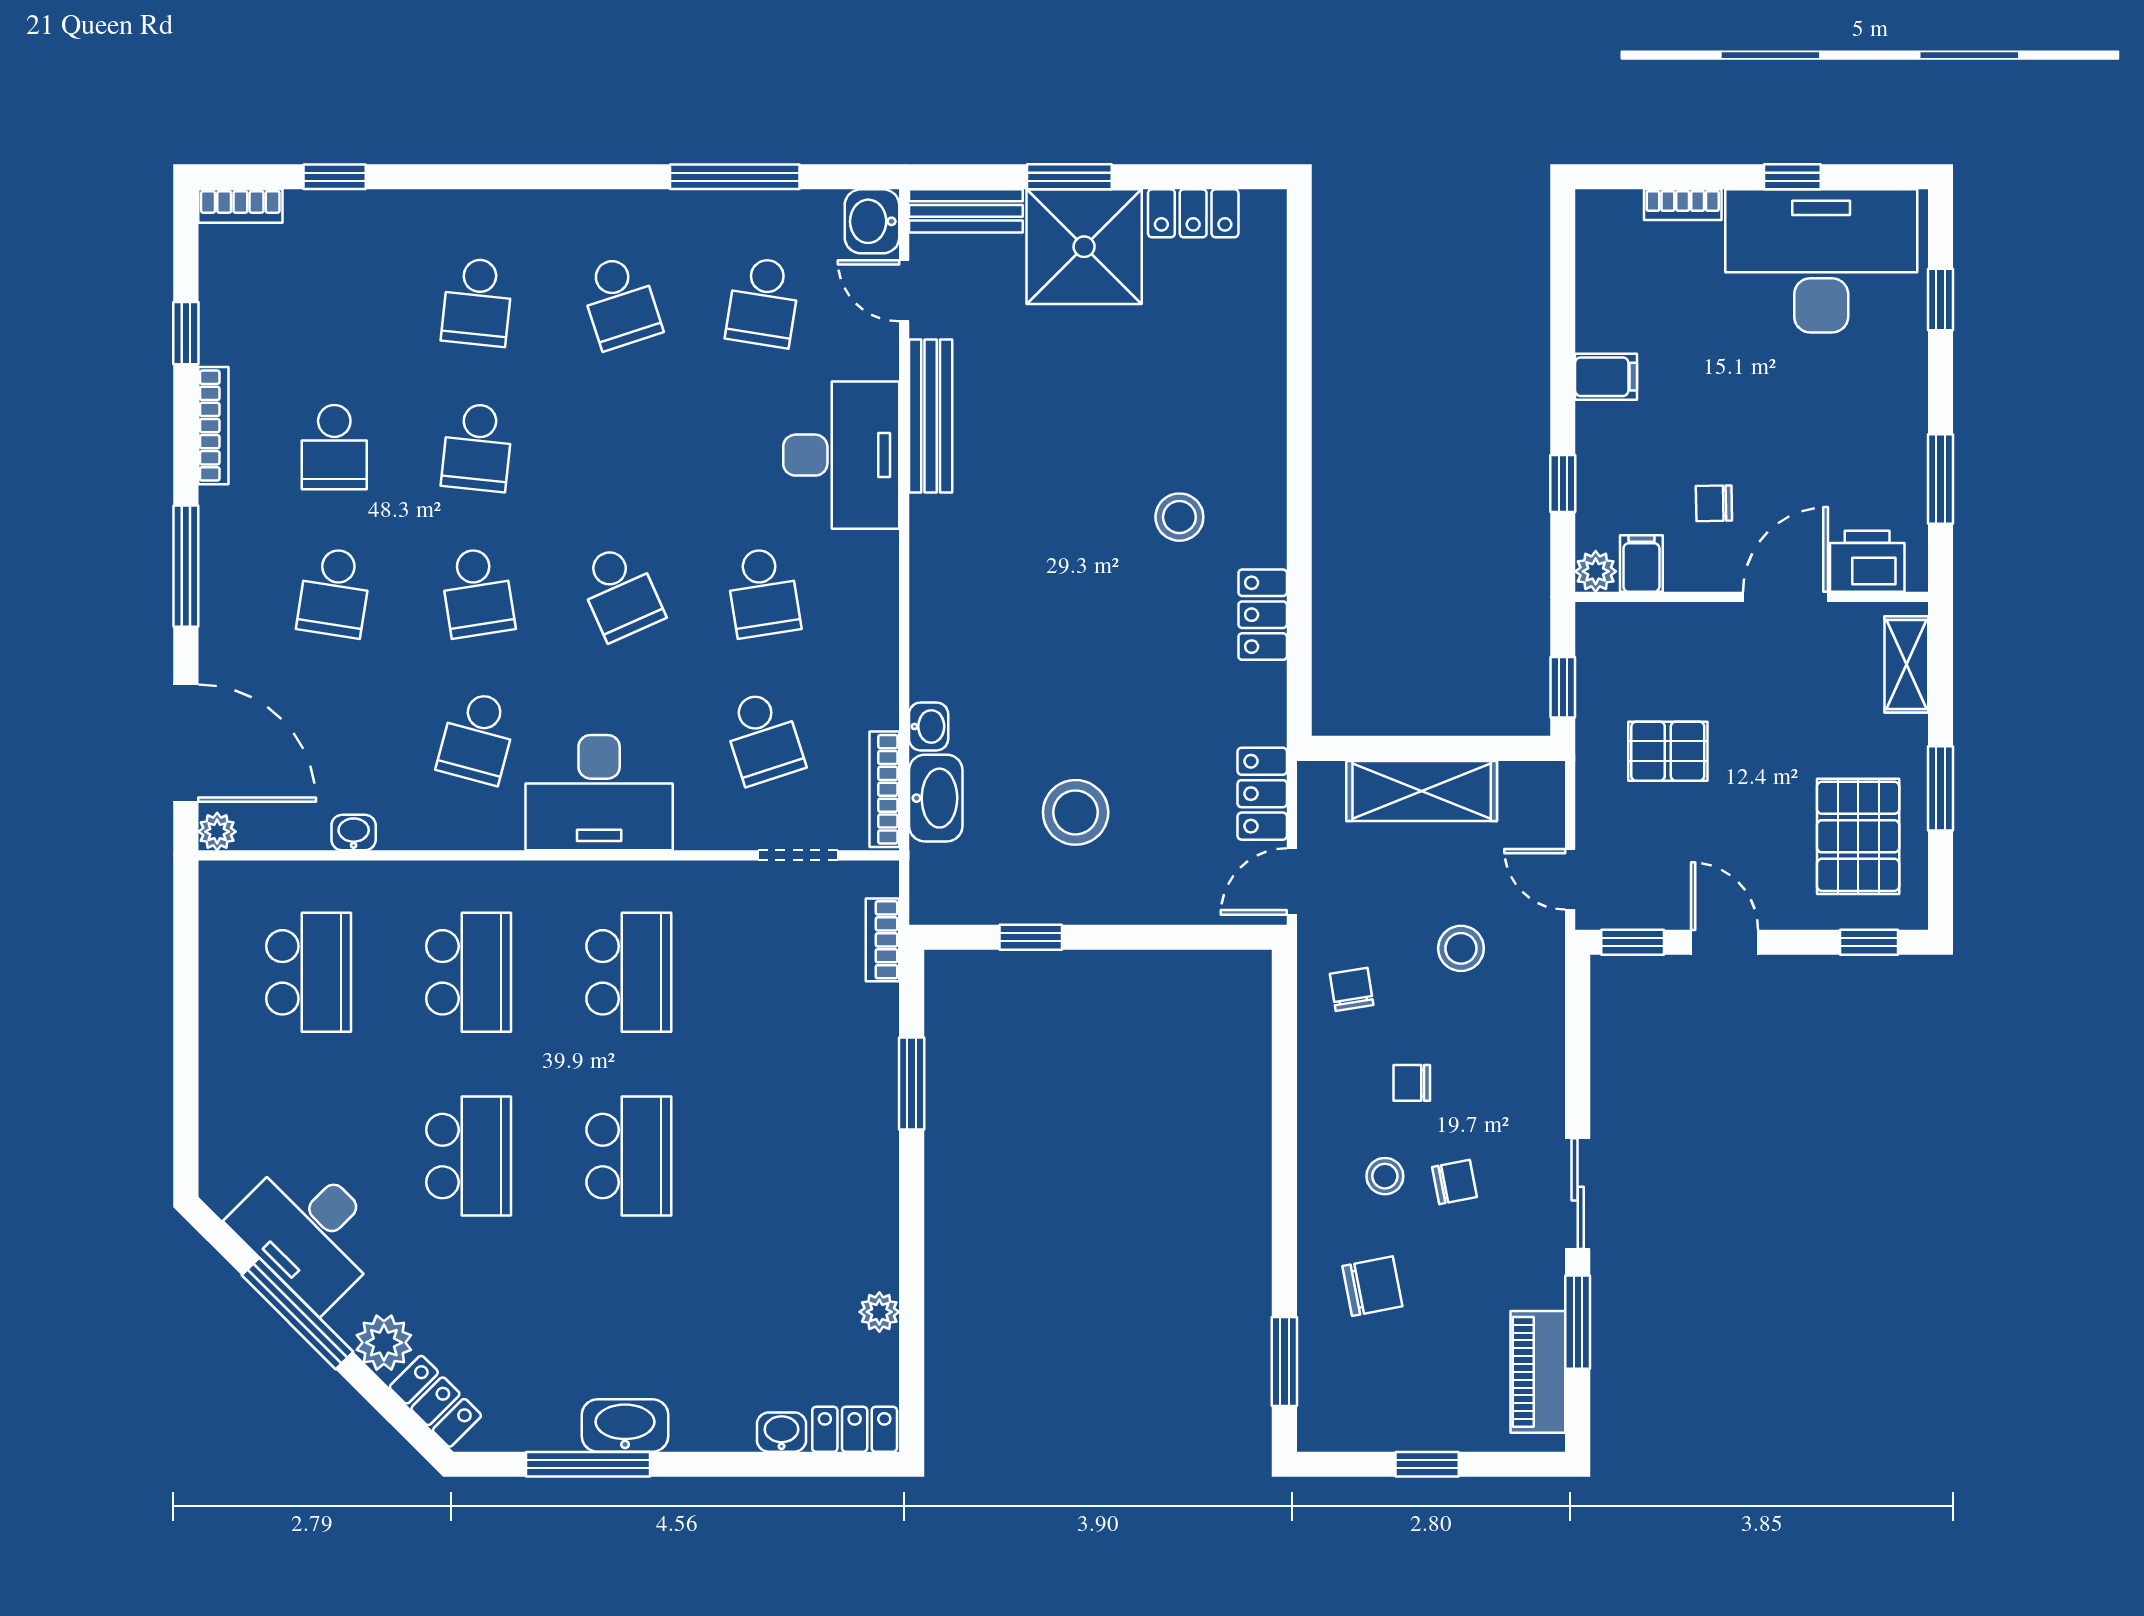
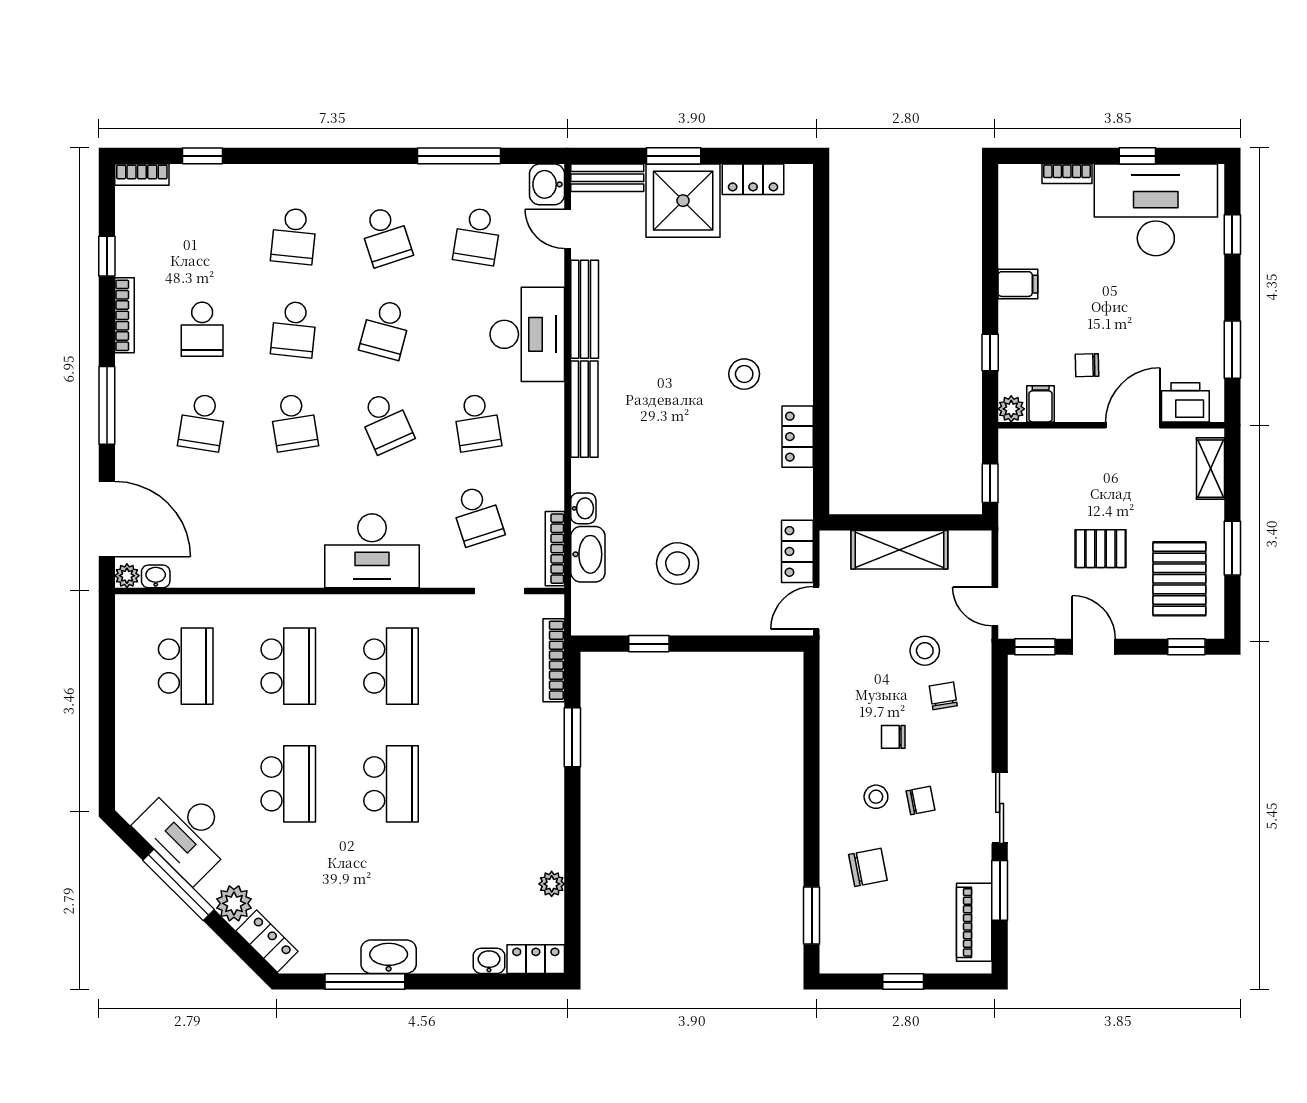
bench: (930, 572) -> (584, 409), added
school desk: (477, 738) -> (386, 329), moved
pallet: (1668, 751) -> (1101, 549), moved
washbasin: (354, 833) -> (156, 576), moved
bookcase: (883, 940) -> (554, 660), width x1.56
chair: (1352, 989) -> (943, 696), moved

